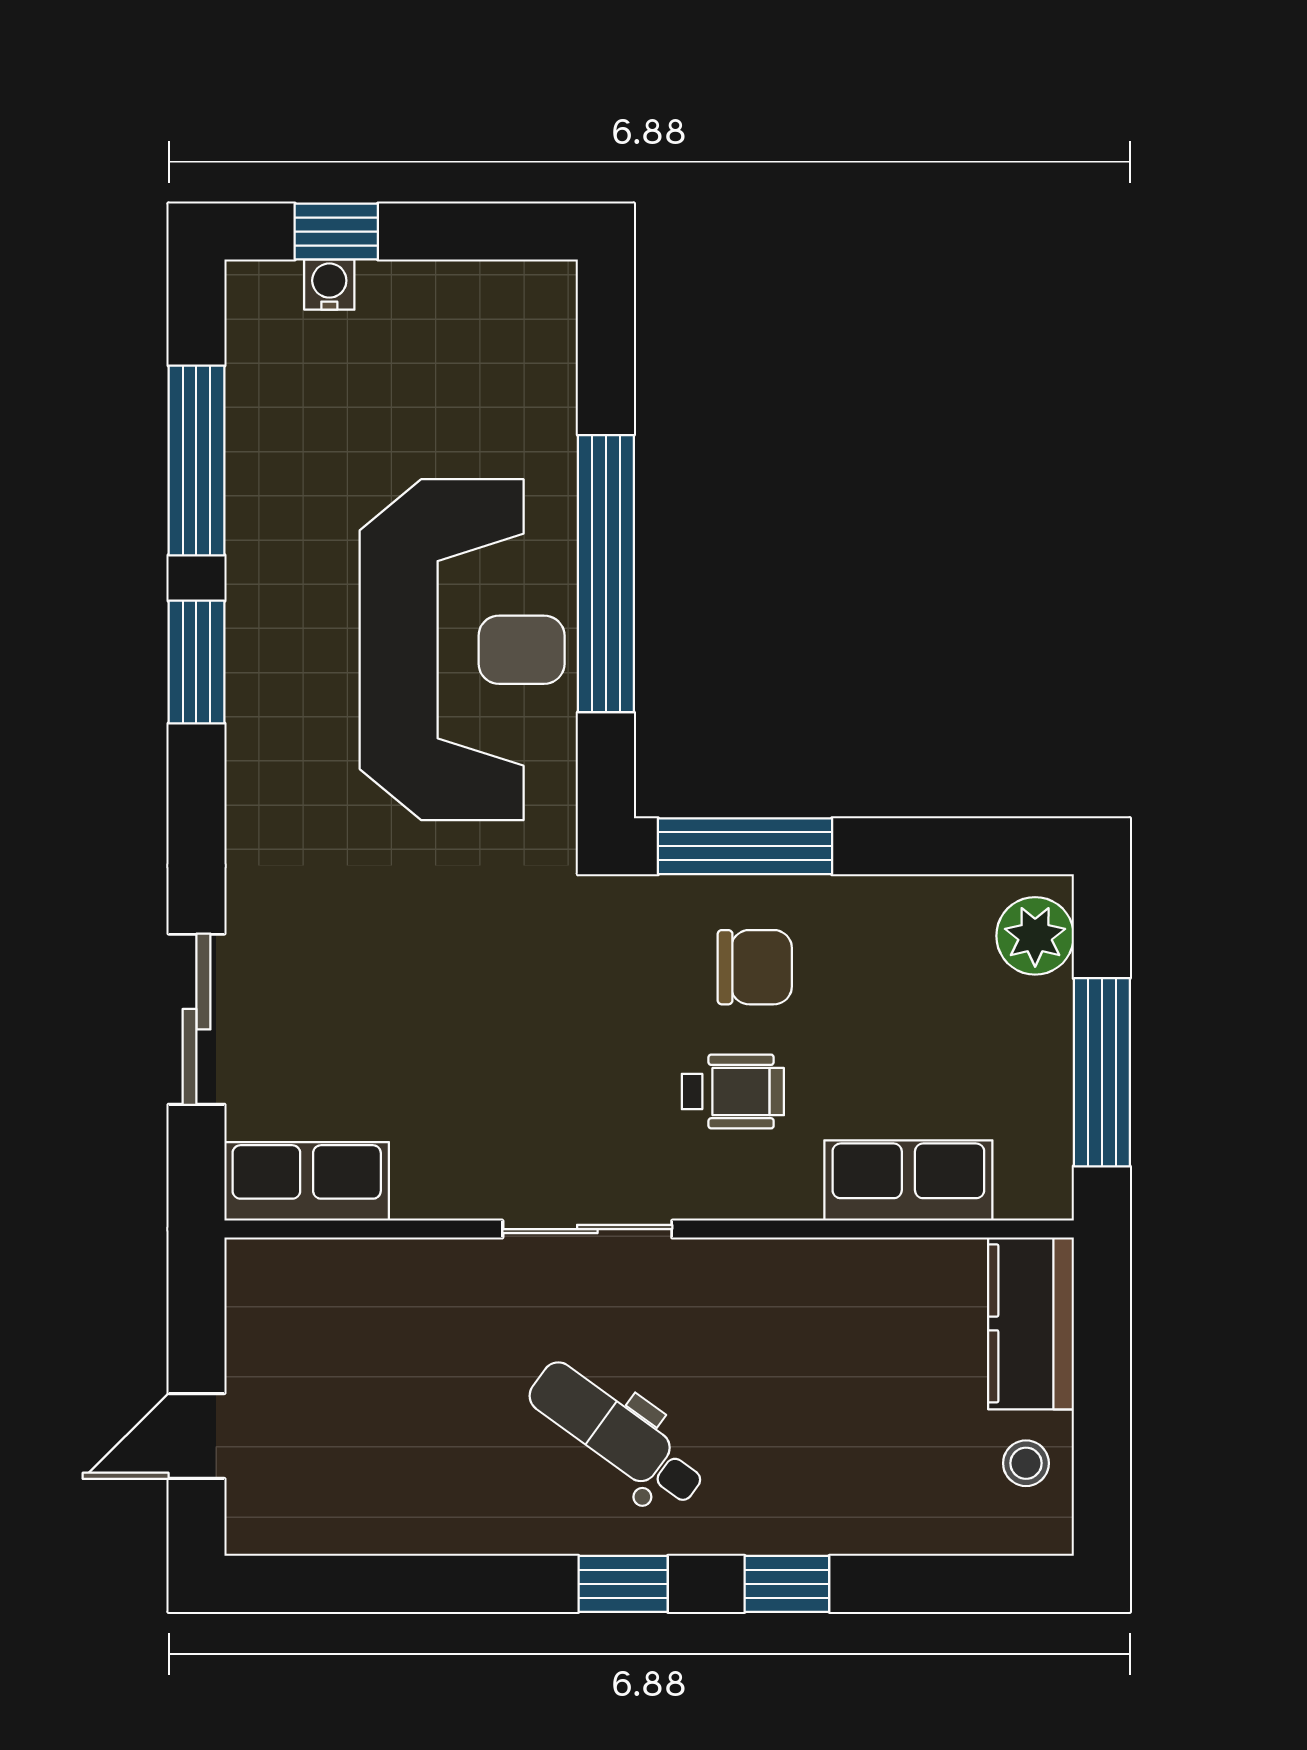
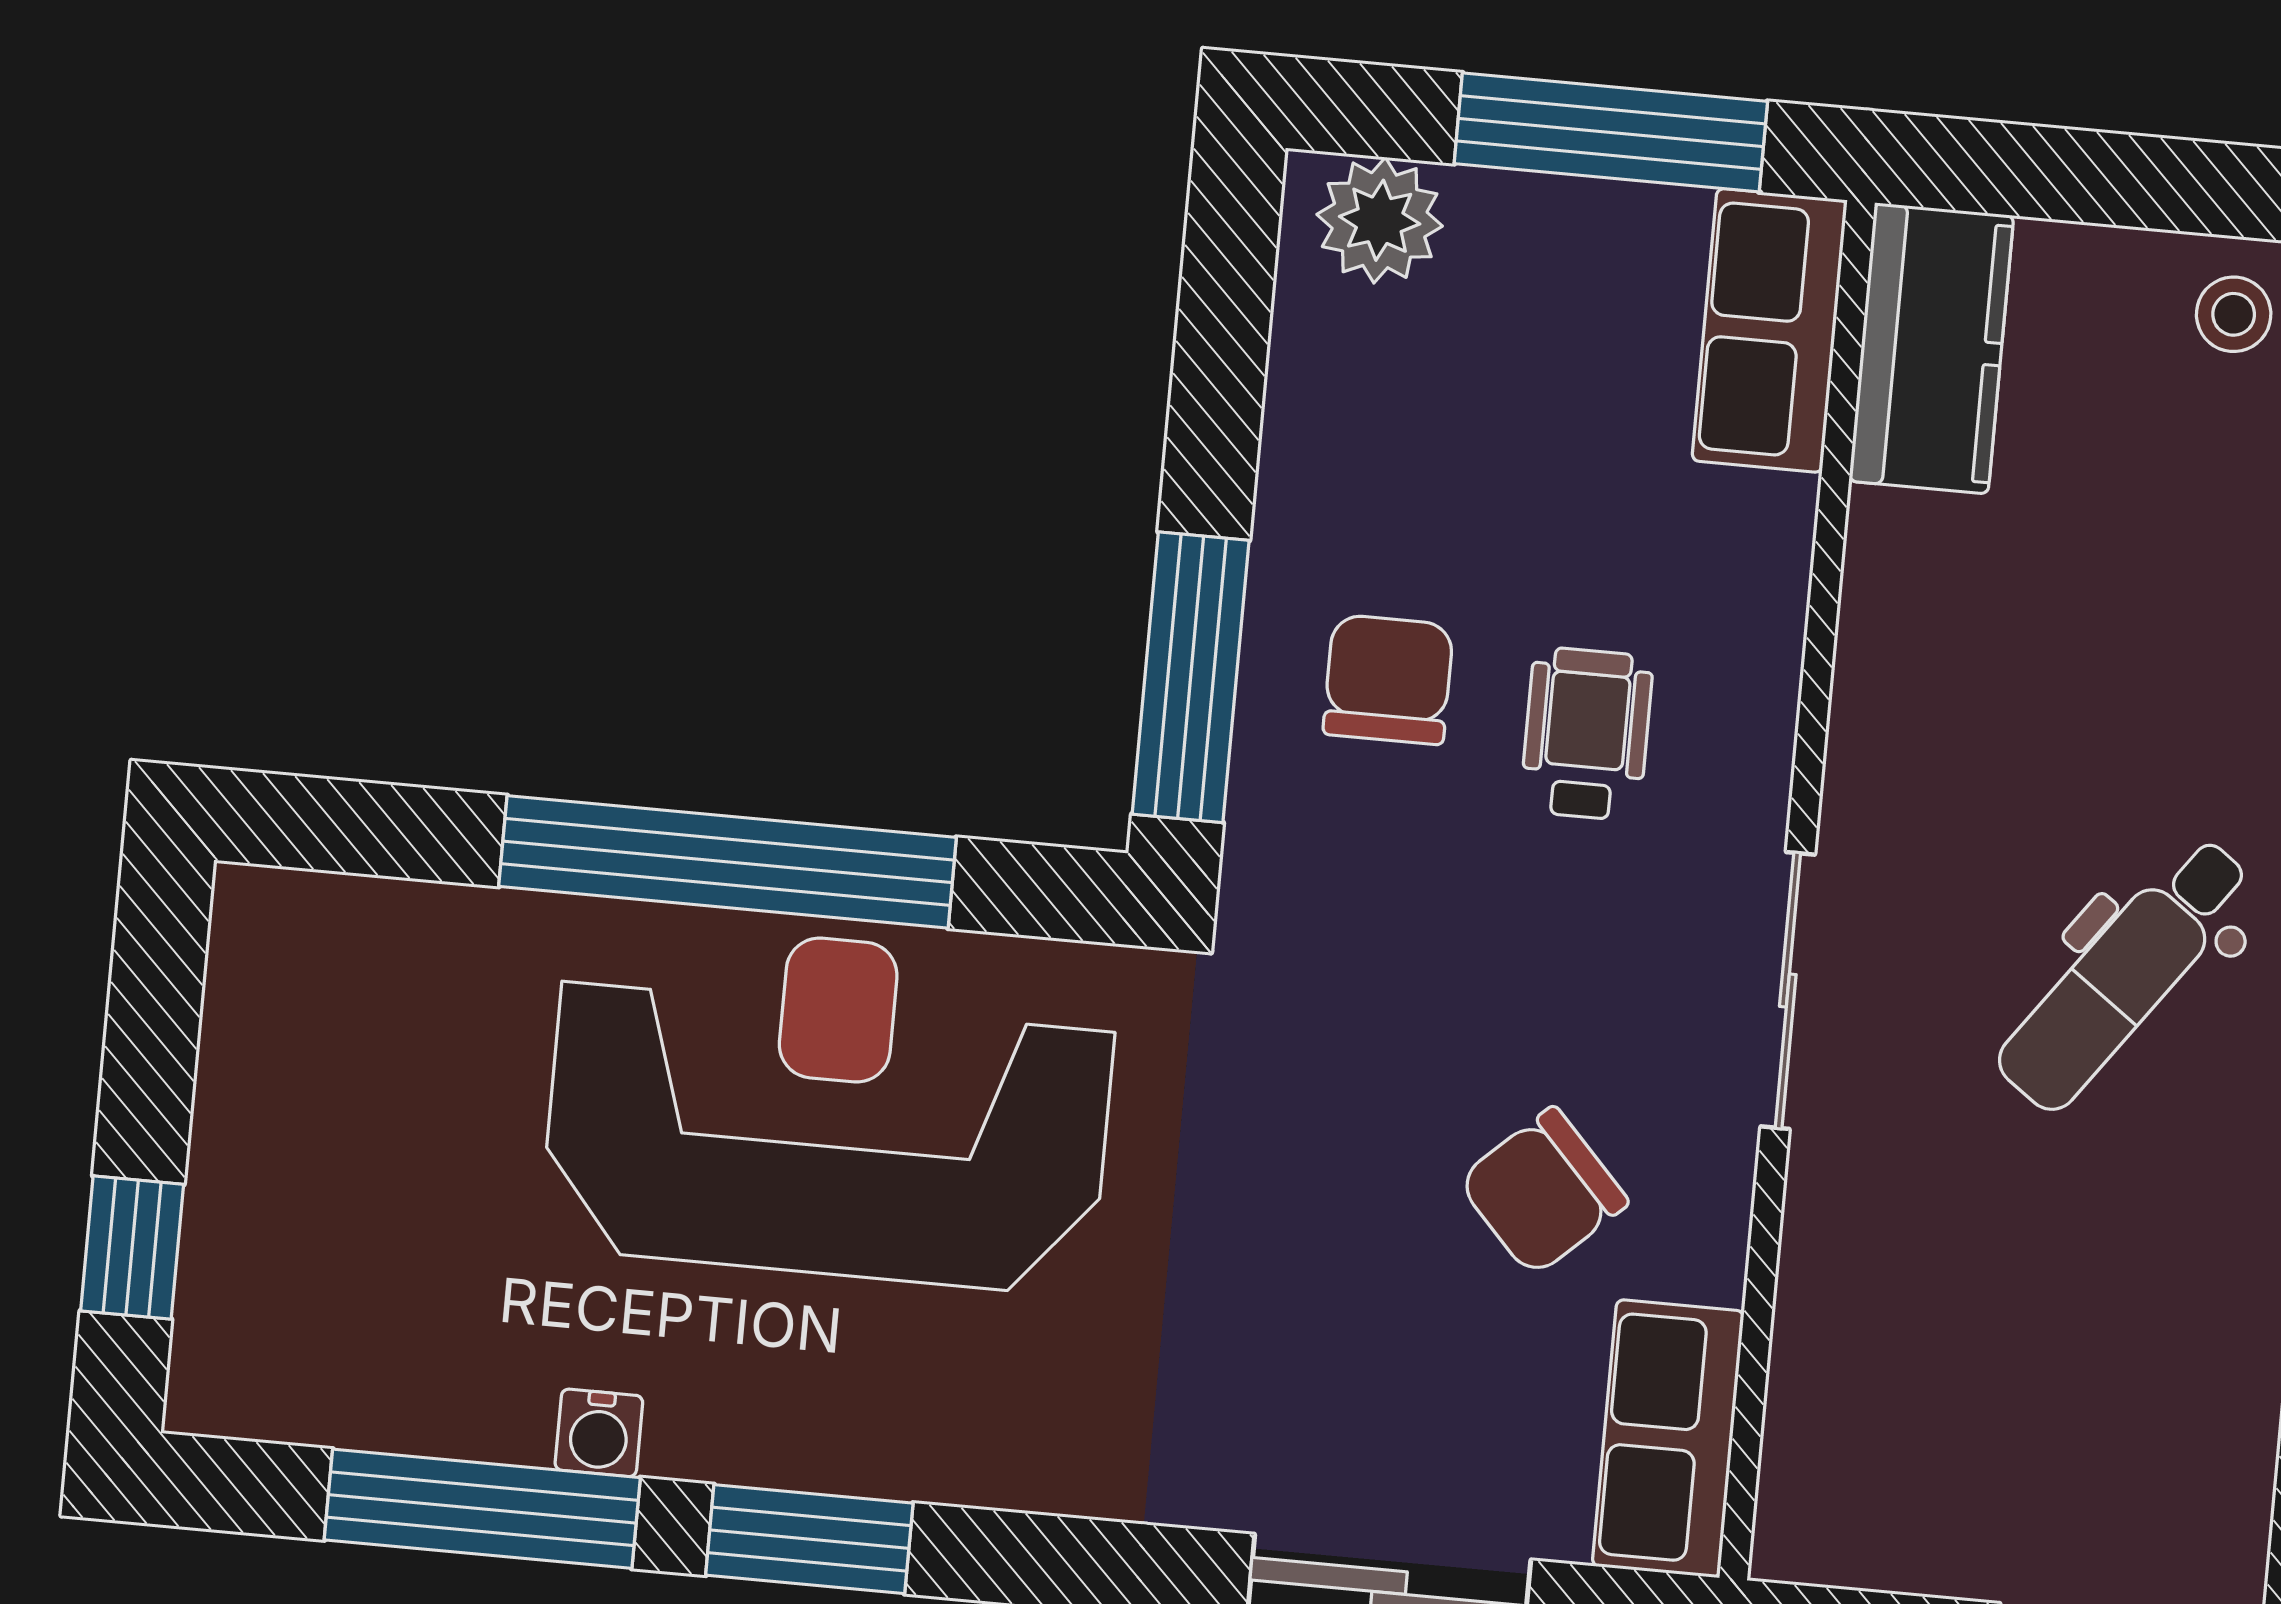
water cooler: (329, 285) -> (599, 1433), moved, turned -90
chair: (451, 1091) -> (1543, 1192), added
row of seats: (908, 1180) -> (1770, 330), moved
kitchen counter: (1031, 1323) -> (1931, 348), moved, turned -90

